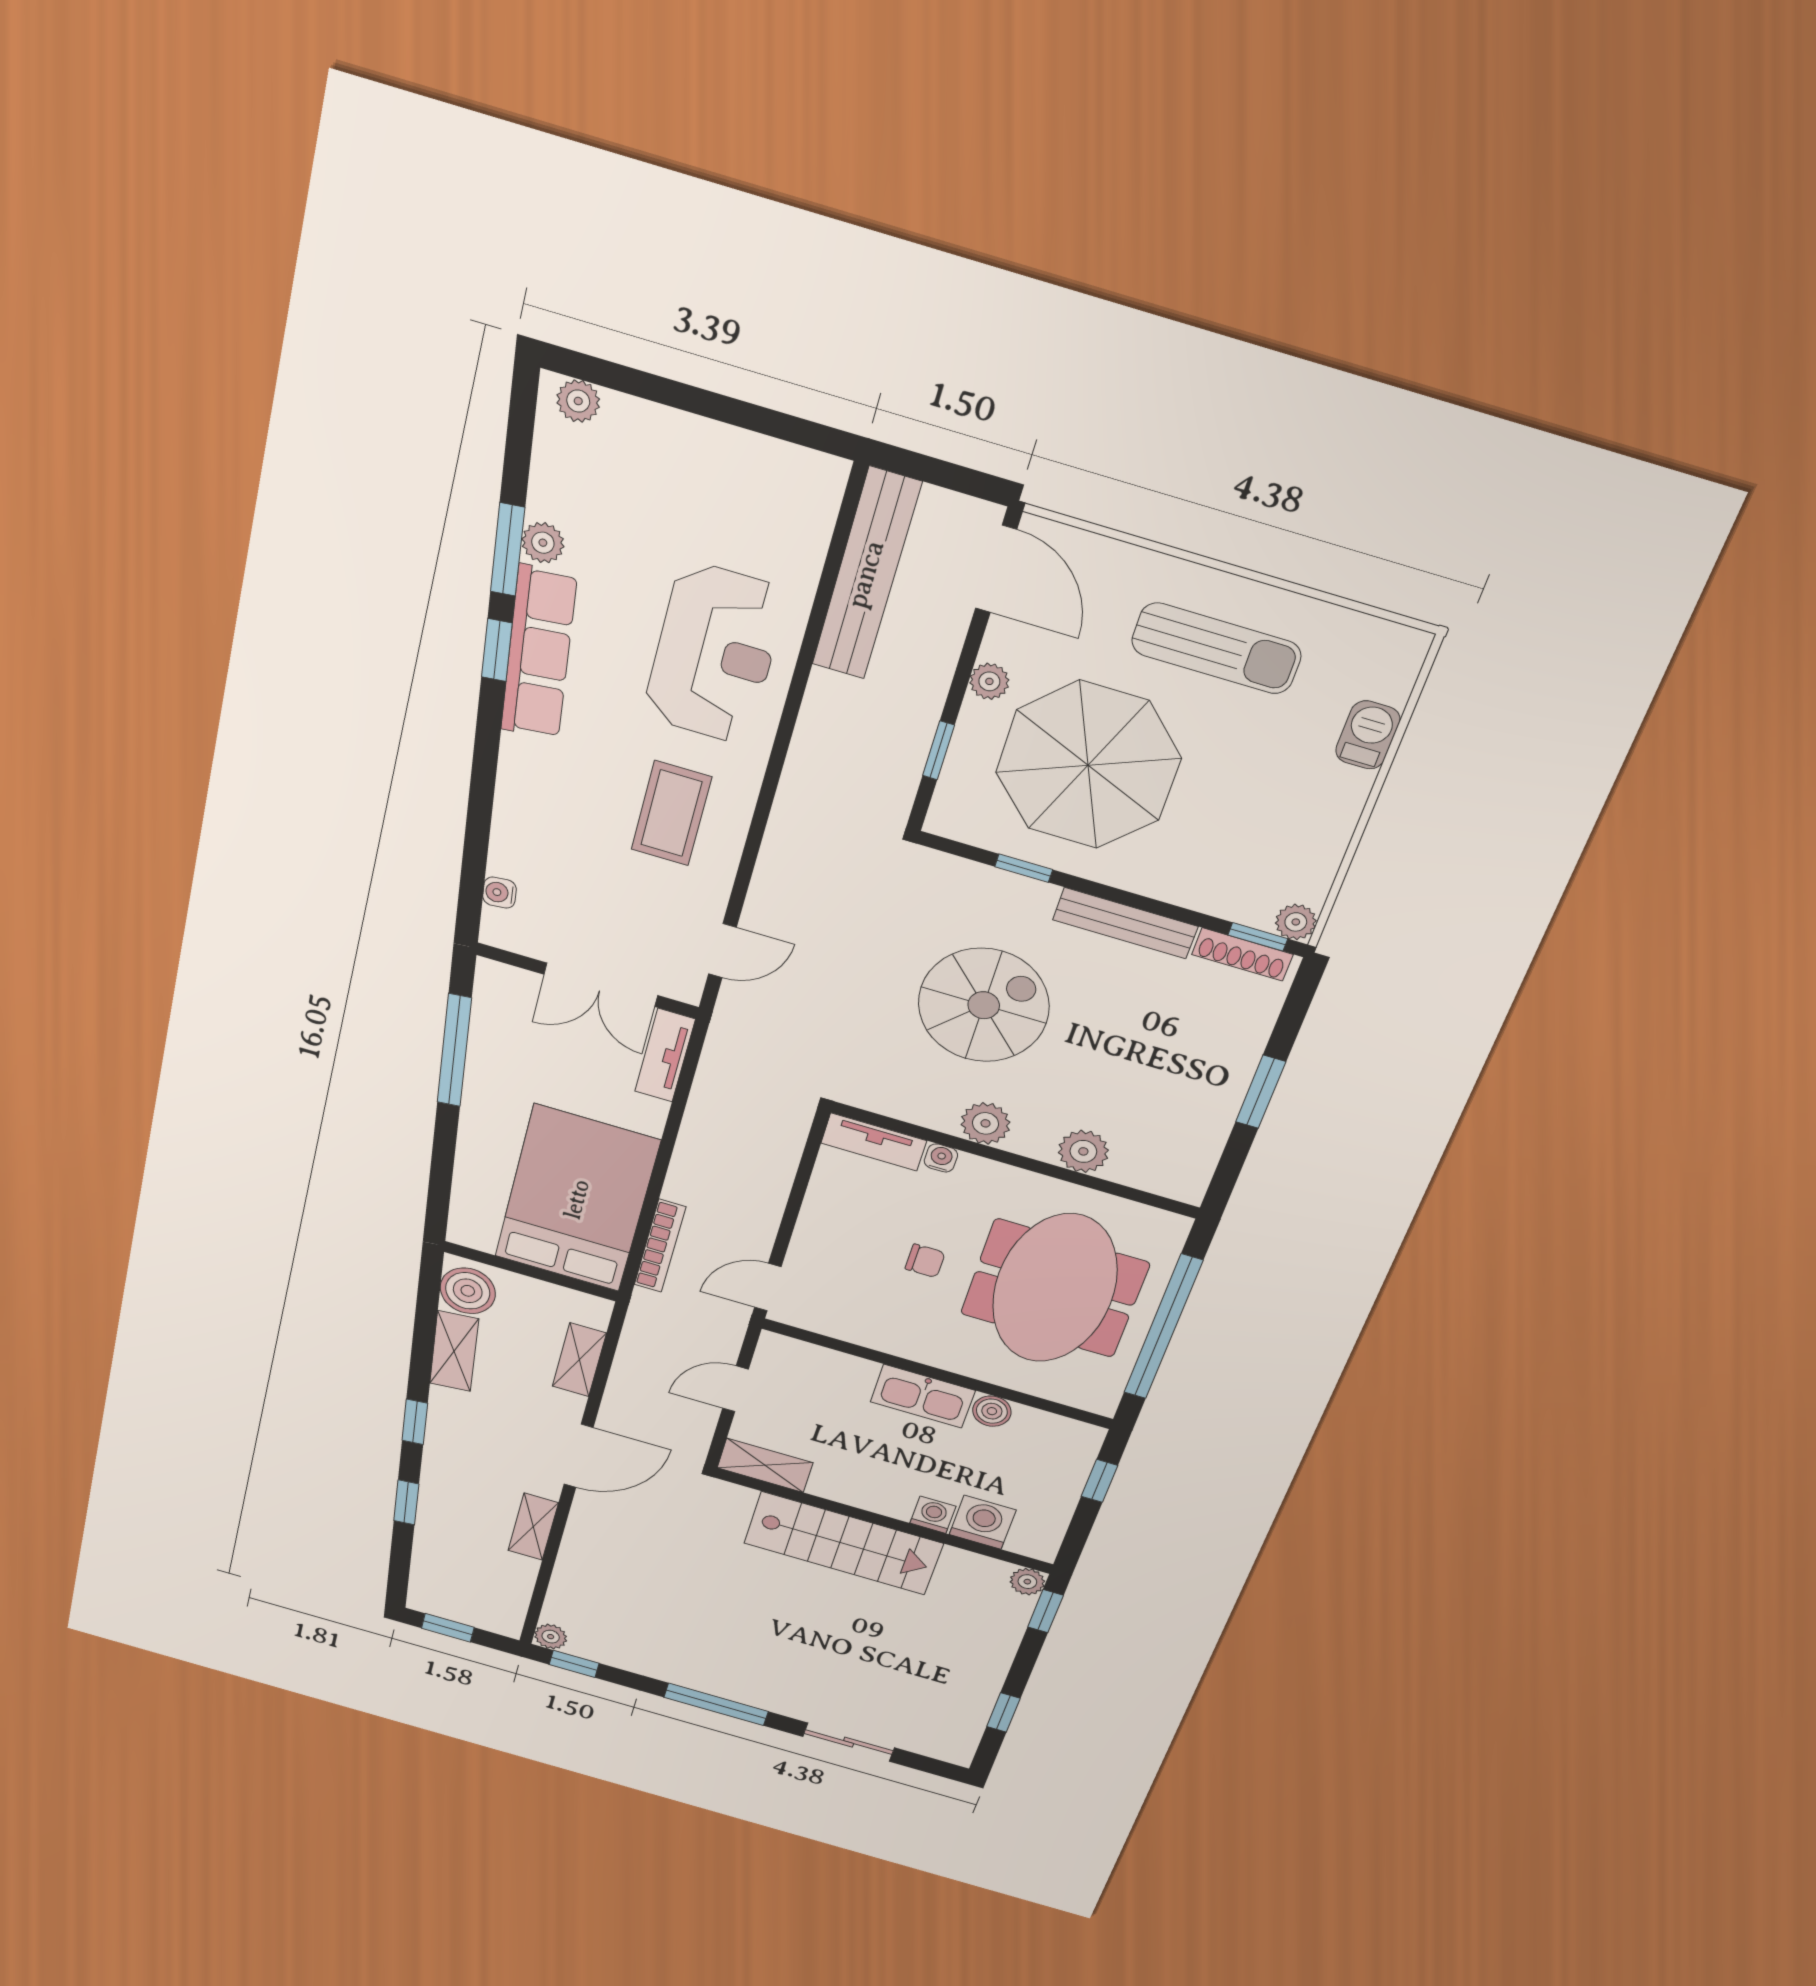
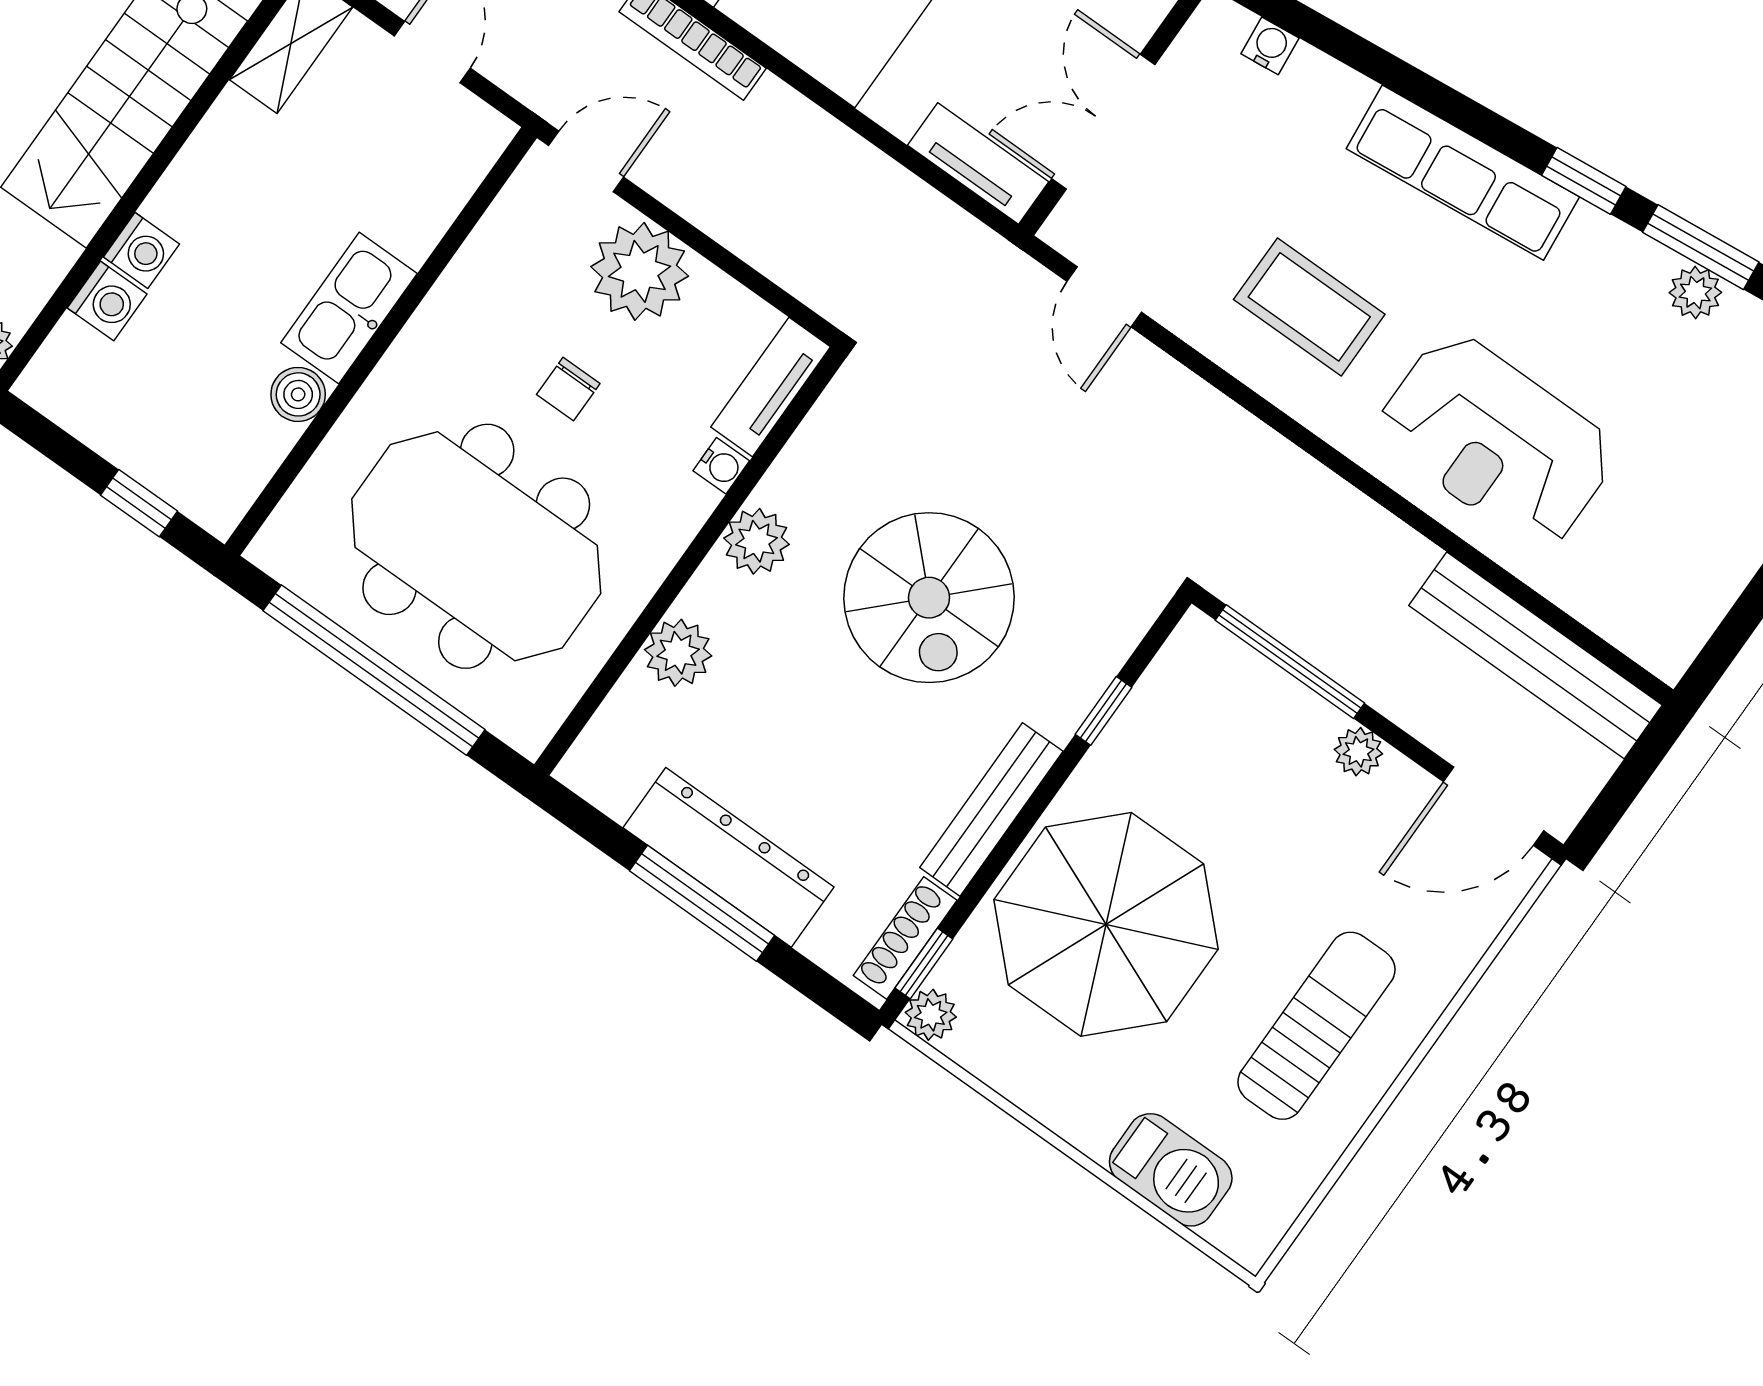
sun lounger: (1216, 648) -> (1316, 1026), turned 180
row of seats: (539, 653) -> (1463, 173), moved
barbecue: (1368, 735) -> (1171, 1170), width x1.38, depth x1.27
window: (938, 750) -> (1290, 662), width x2.17
parasol: (1088, 765) -> (1106, 924), moved
dresser: (1221, 1084) -> (728, 857), added
window: (1261, 1092) -> (702, 903), width x1.44
plant: (828, 1239) -> (640, 271), added
door: (768, 1287) -> (586, 161), hinge flipped
washing machine: (983, 1522) -> (107, 301), width x0.73, depth x0.73

